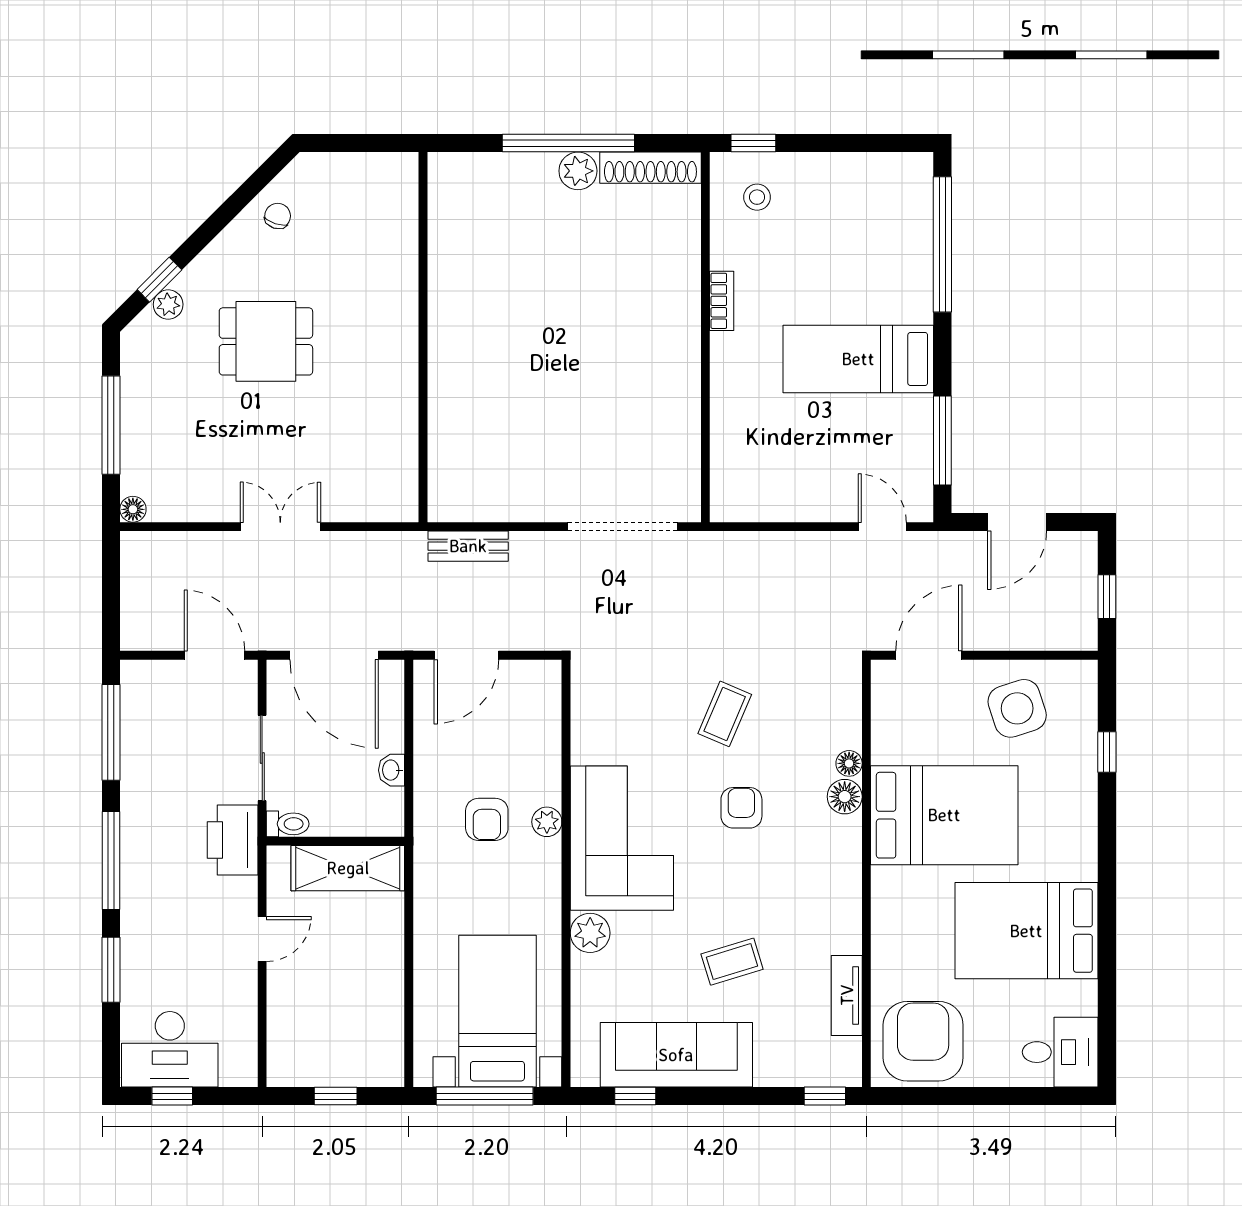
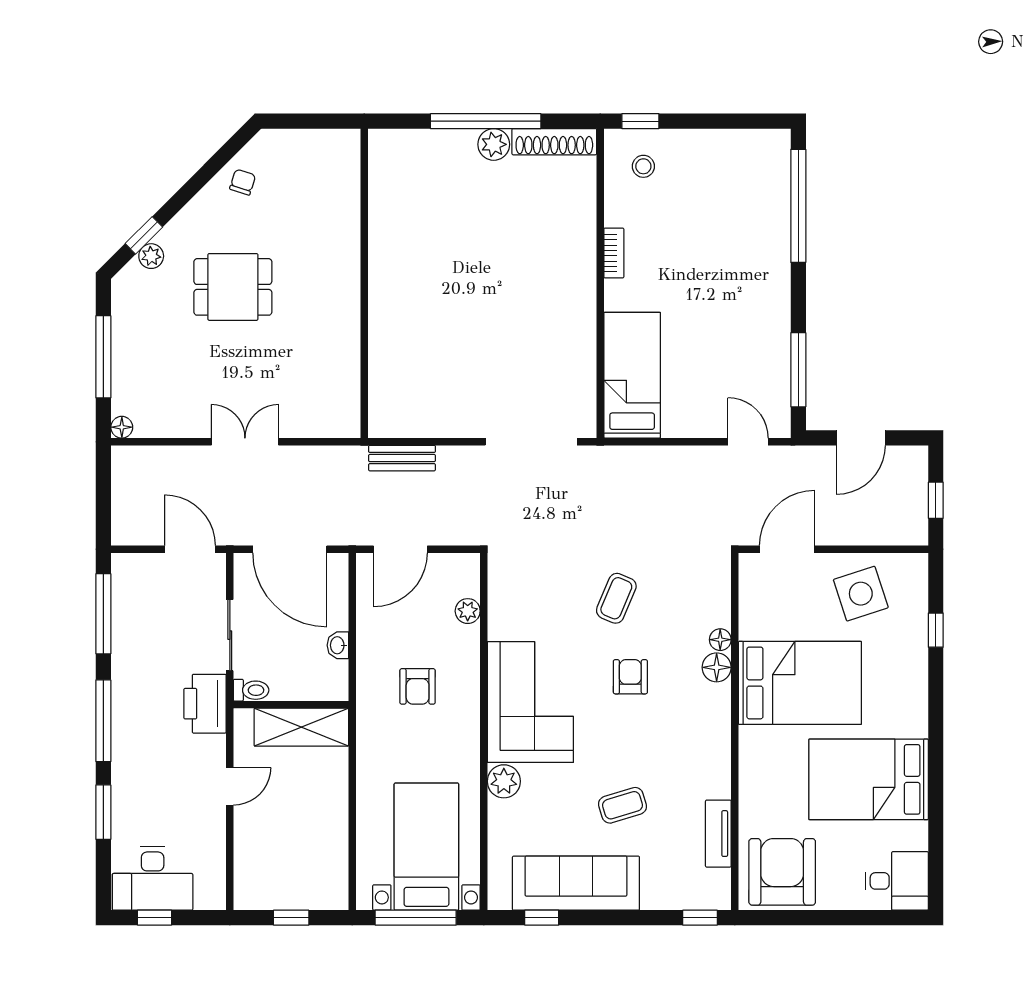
bed: (858, 359) -> (632, 375), moved, turned 90
plant: (547, 822) -> (468, 611), moved

